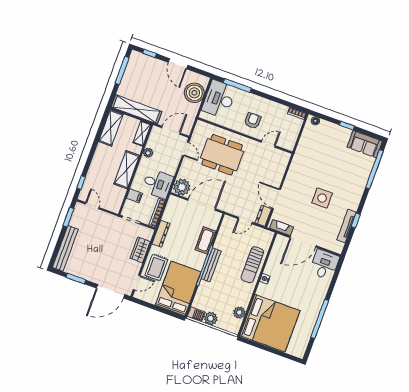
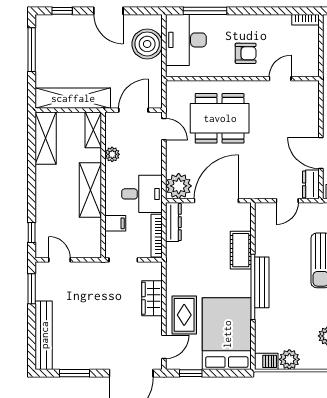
armchair: (253, 121) -> (246, 53), turned 90
dresser: (161, 234) -> (173, 222), moved
window: (147, 305) -> (191, 373), added

